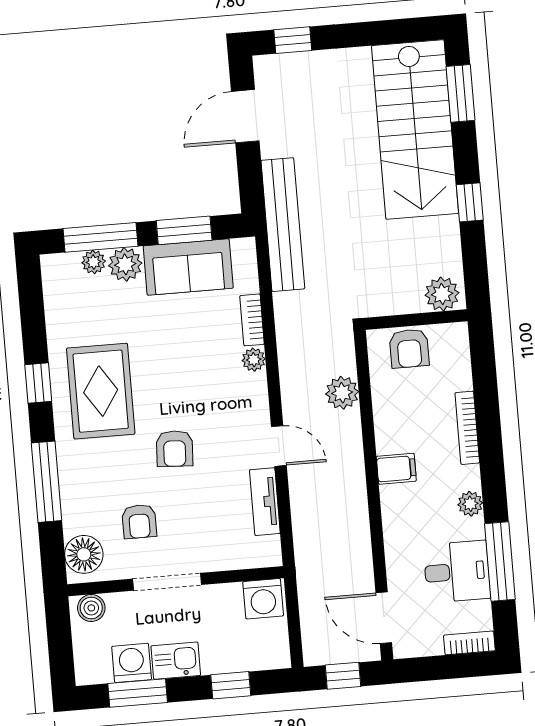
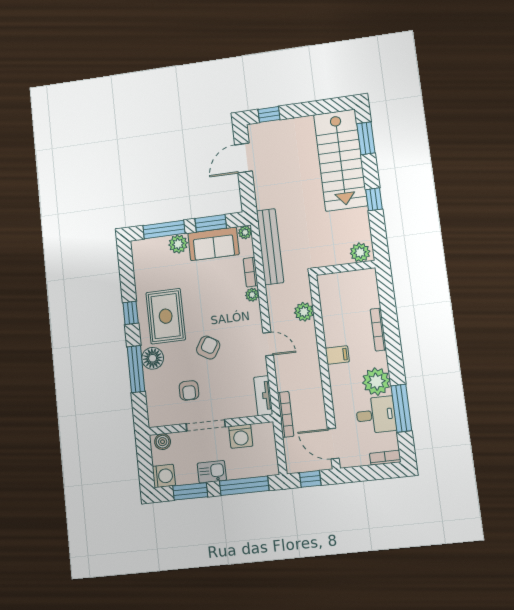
bench: (283, 225) -> (270, 247), moved
plant: (94, 262) -> (245, 232), moved
armchair: (409, 348) -> (342, 285), removed
armchair: (175, 449) -> (208, 348), turned -152
tv unit: (265, 502) -> (263, 396), moved
plant: (470, 504) -> (376, 382), width x1.87, depth x1.87
floor lamp: (84, 554) -> (153, 358), moved
bookcase: (305, 567) -> (286, 414), added
washing machine: (263, 599) -> (241, 436), moved
washing machine: (132, 663) -> (164, 476), moved, turned 90
window: (231, 685) -> (244, 486), width x2.17

